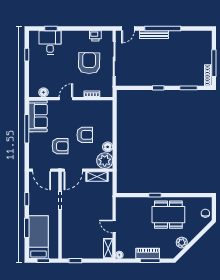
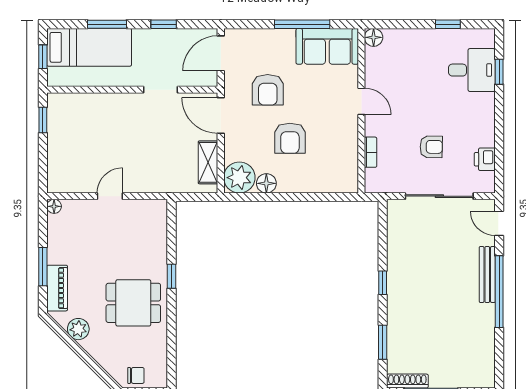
armchair: (89, 63) -> (431, 147), width x0.53, depth x0.53
floor lamp: (44, 92) -> (374, 37), moved
dining table: (168, 215) -> (133, 303), width x0.73
shelving: (108, 248) -> (67, 184), removed
piano: (148, 253) -> (57, 288), moved

